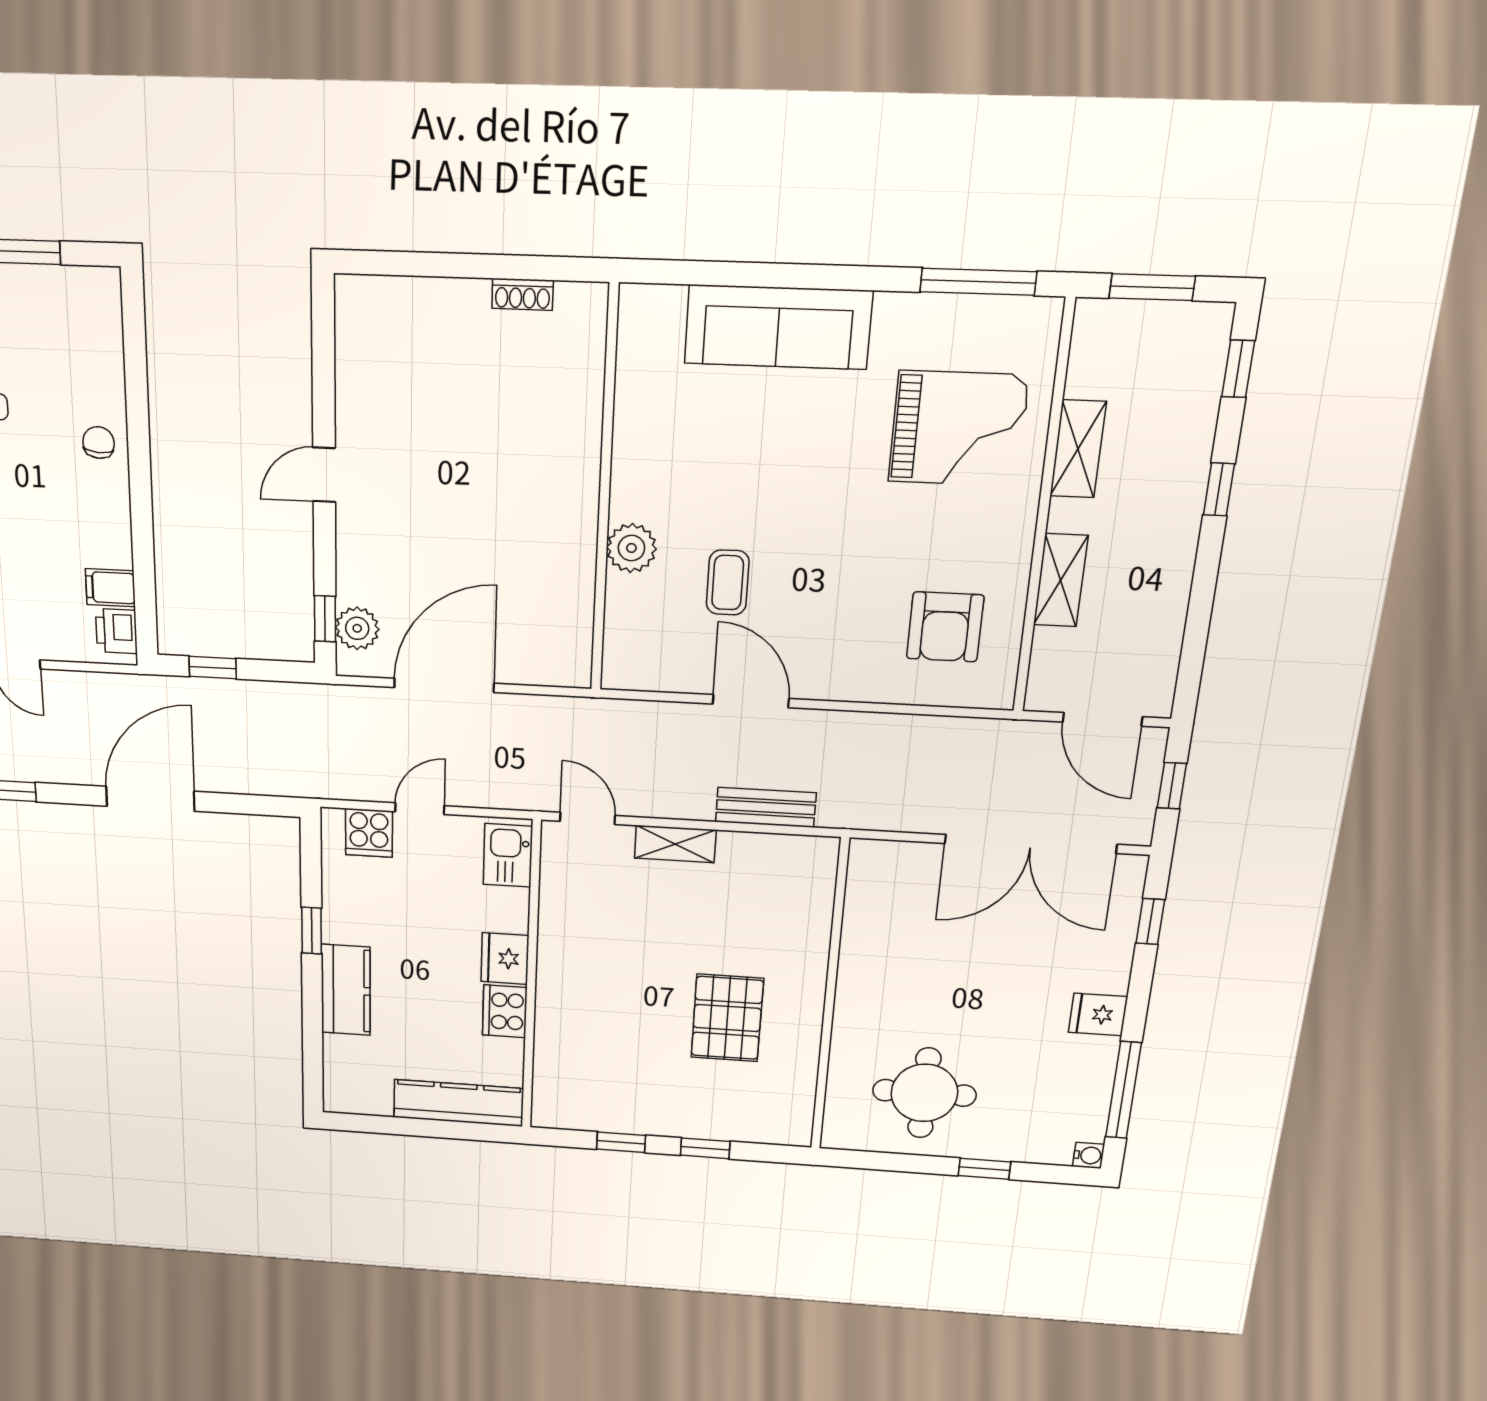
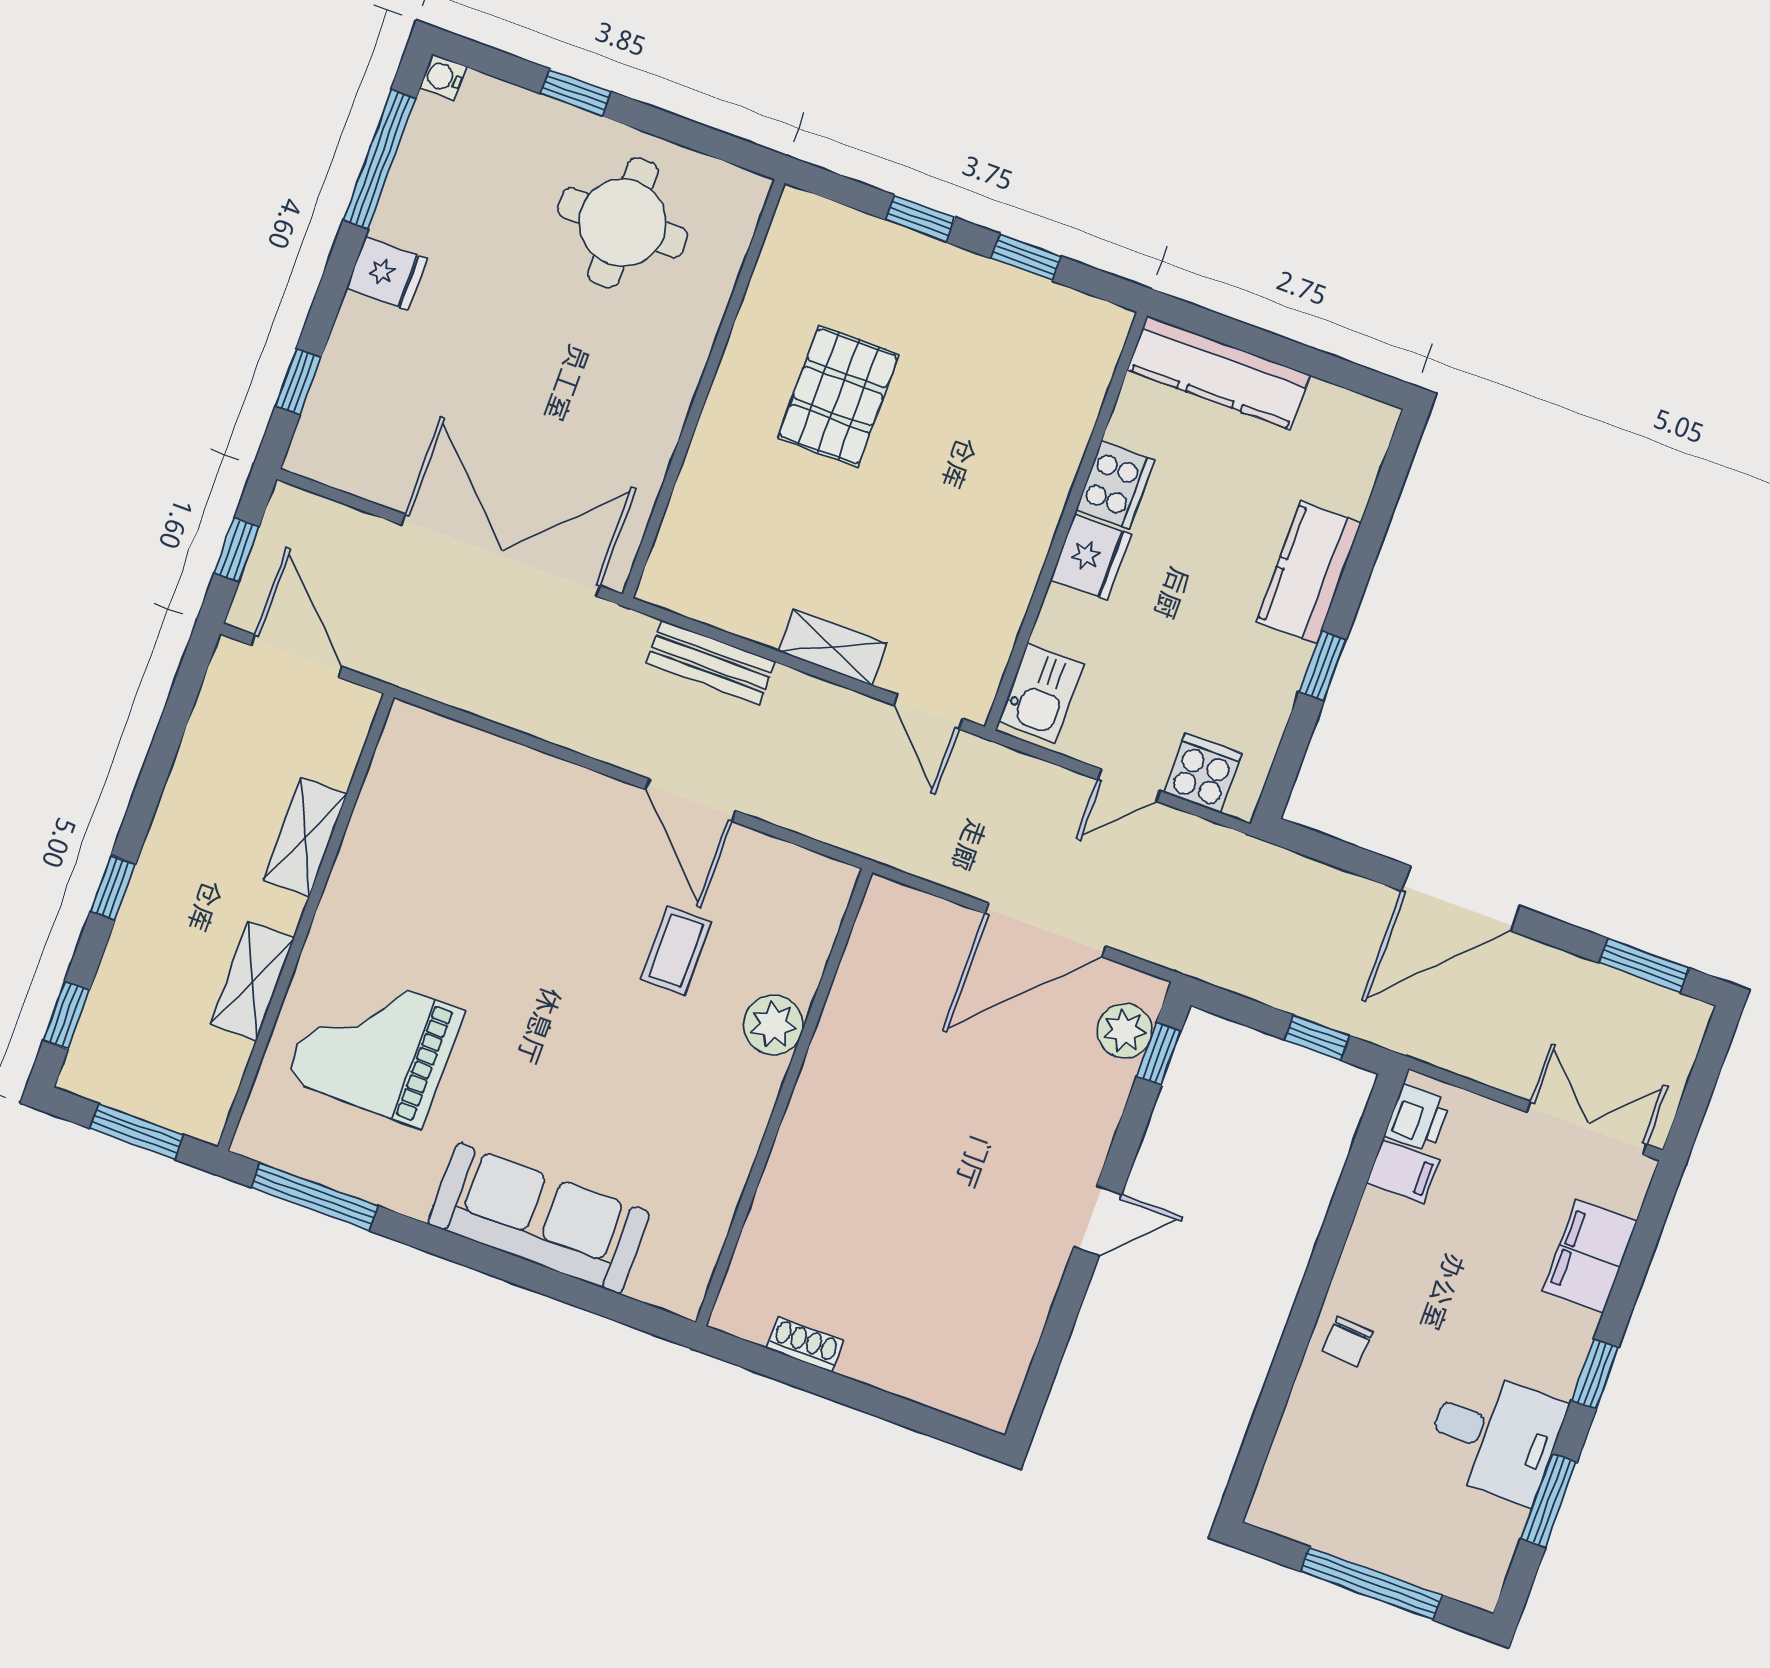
armchair: (945, 627) -> (446, 822), removed
double door: (1031, 844) -> (501, 555), moved

